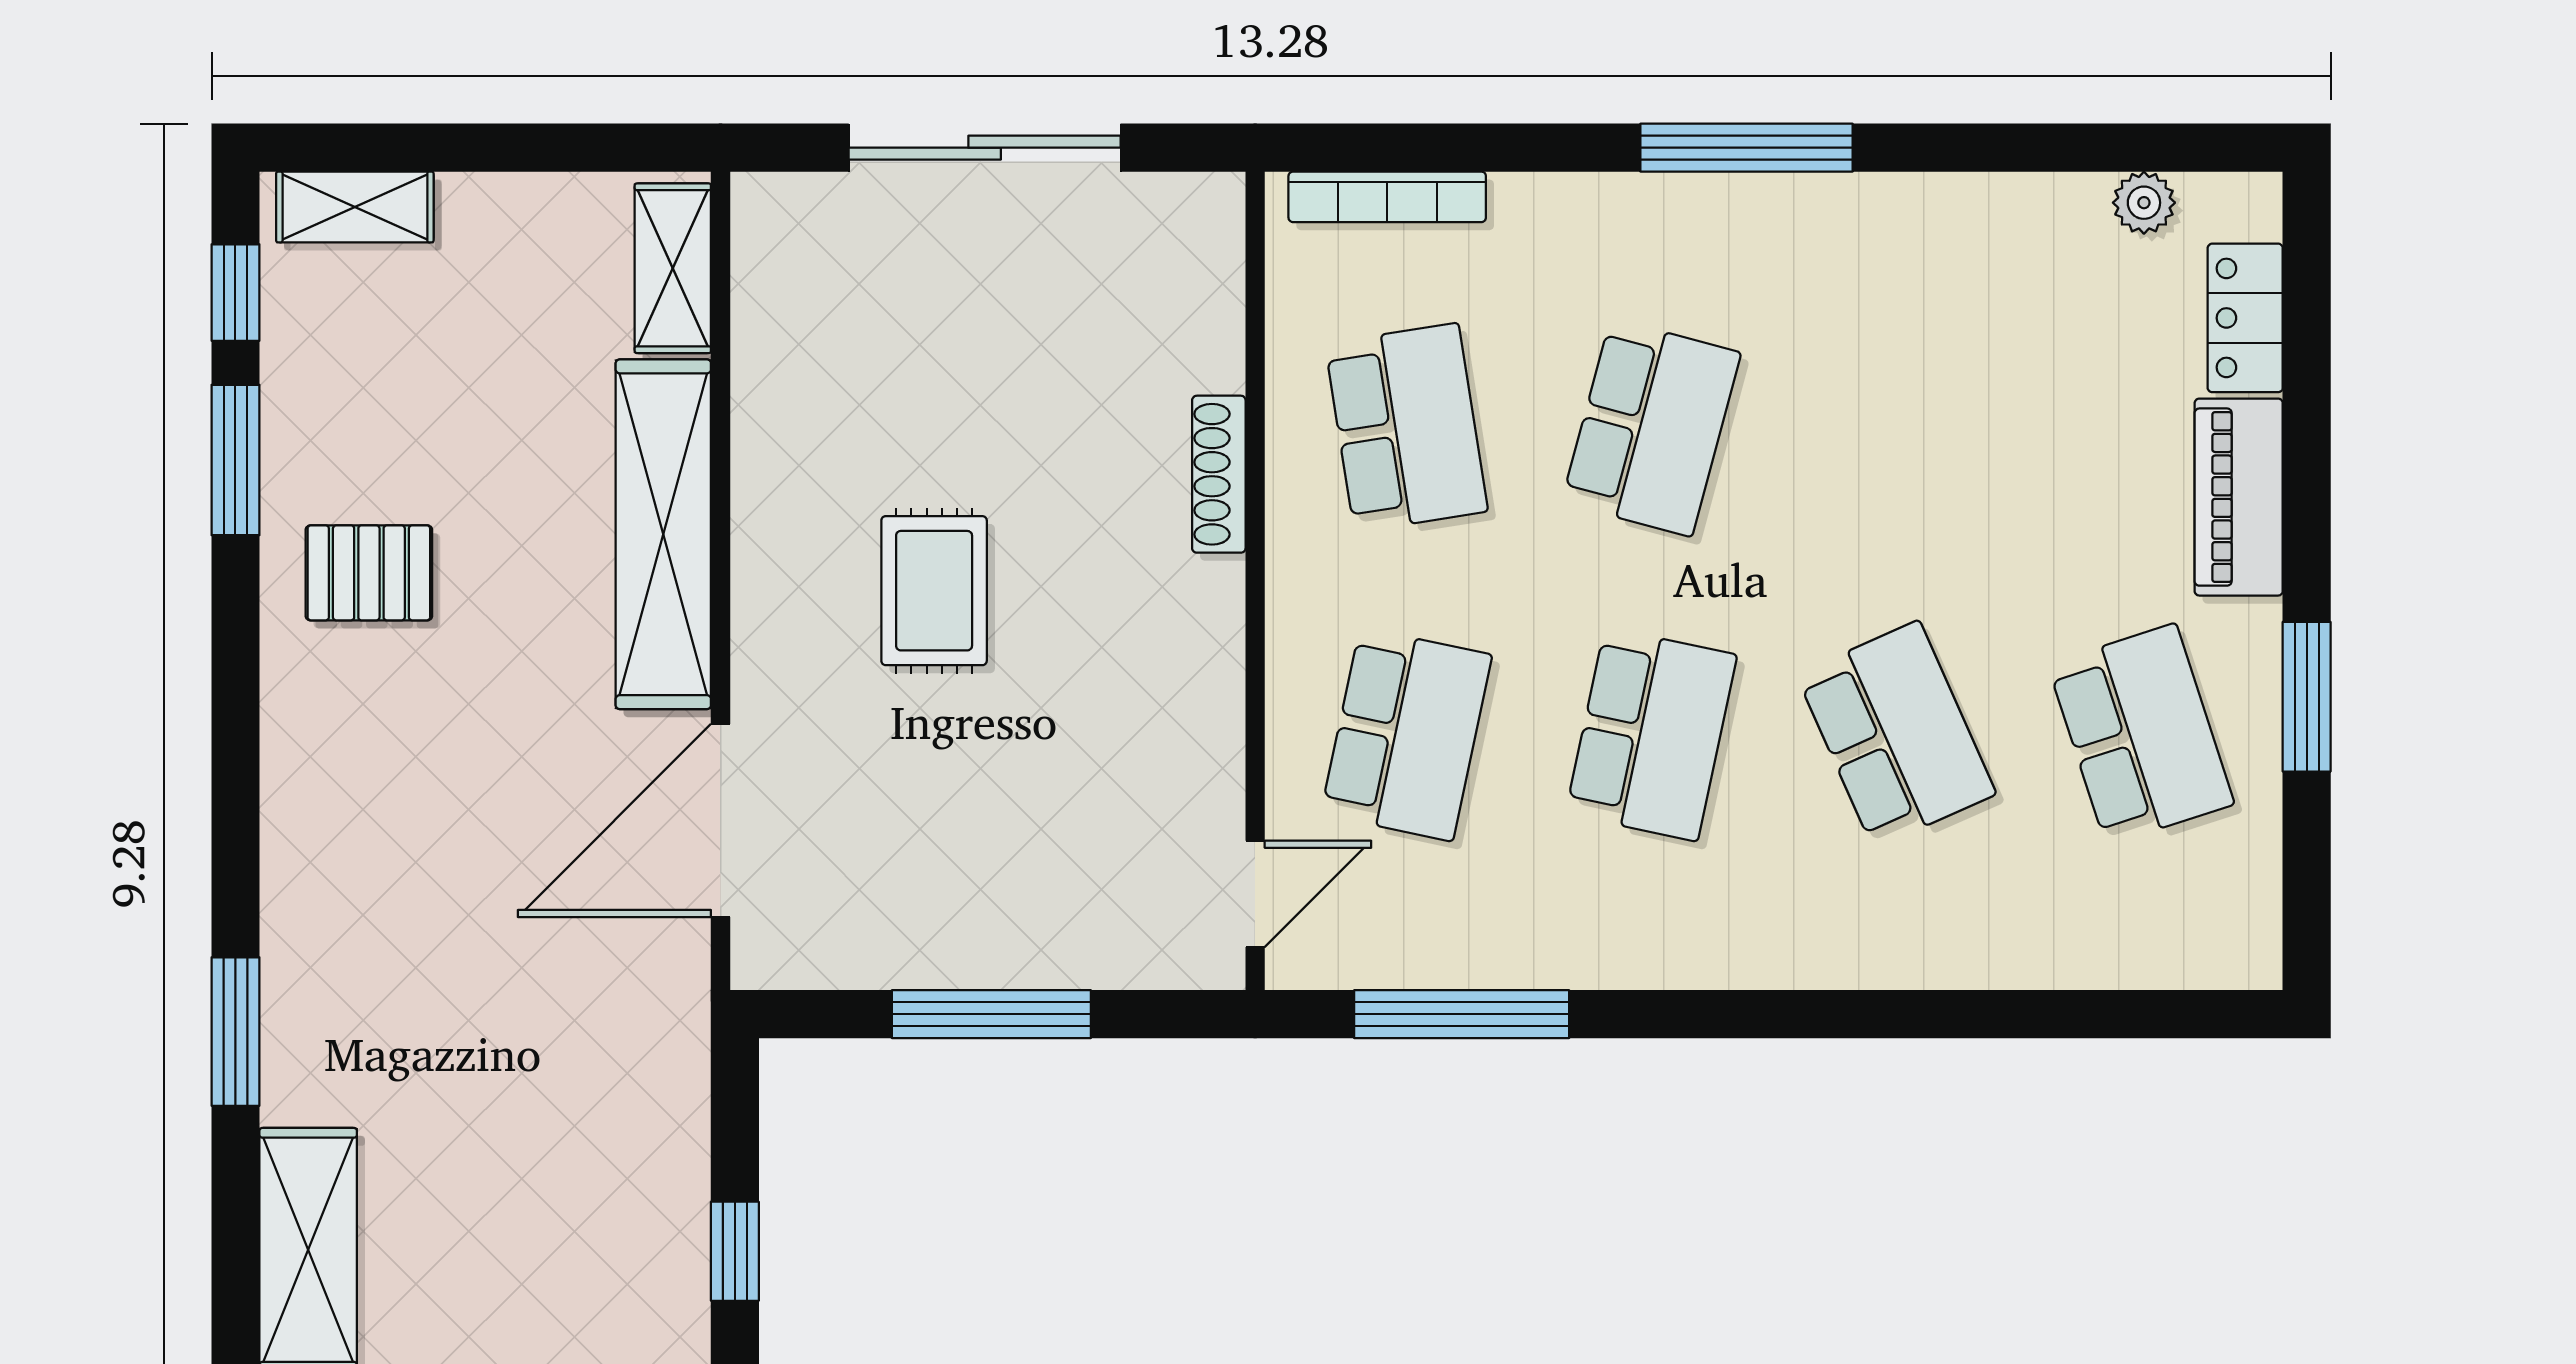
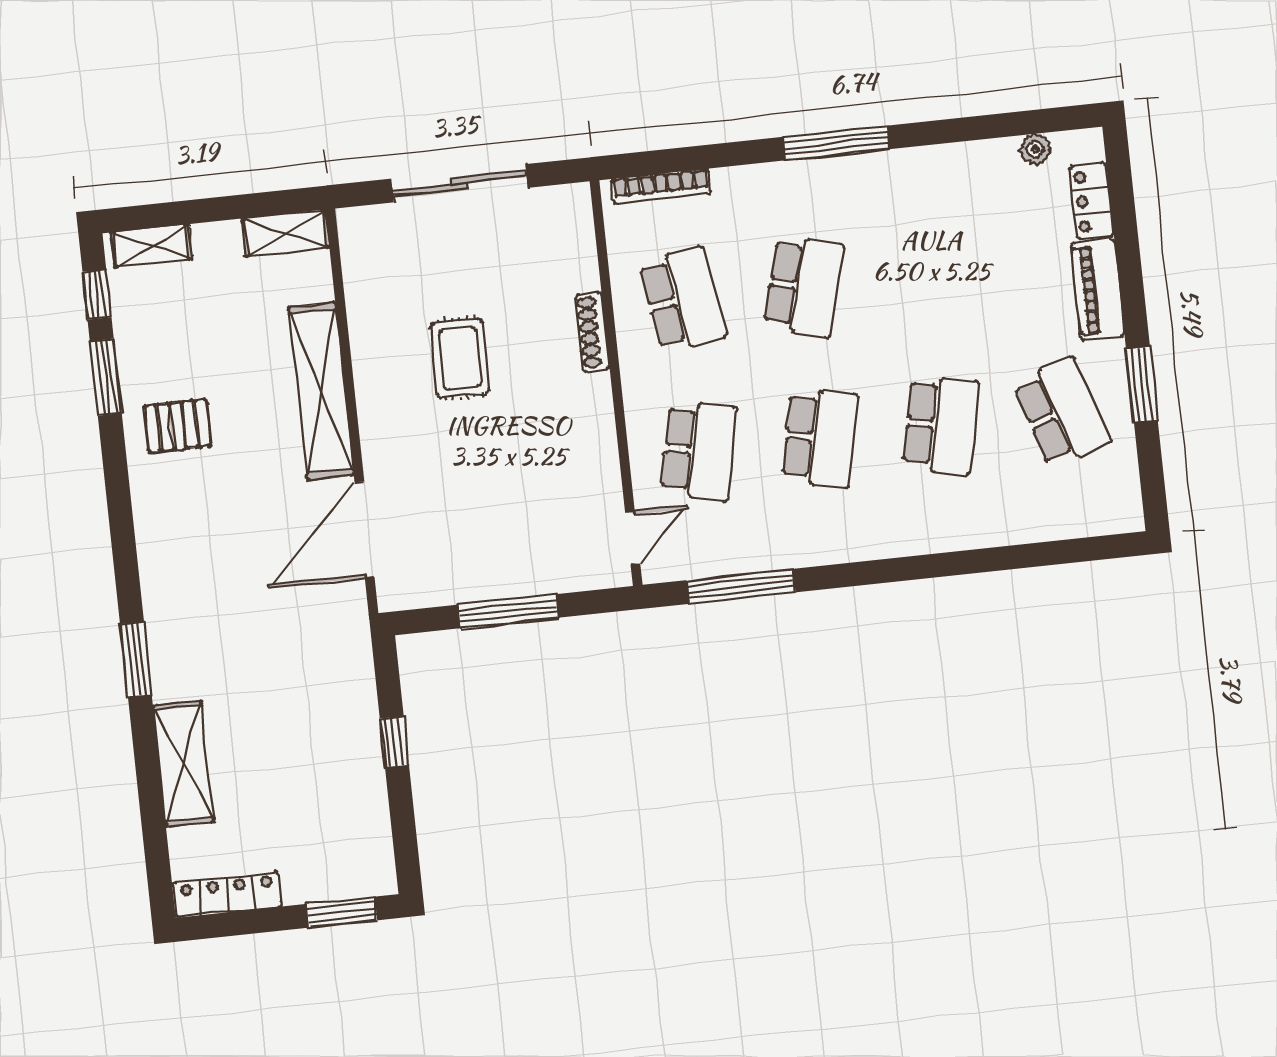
shelving: (673, 268) -> (286, 233), moved, turned 90
rug: (934, 591) -> (460, 358), moved
school desk: (1896, 734) -> (941, 425), turned 36

